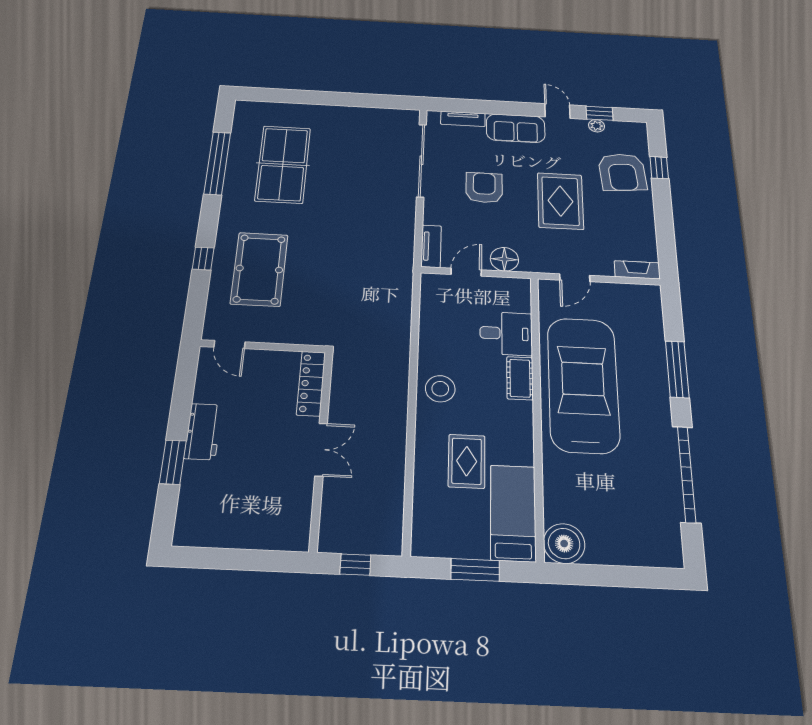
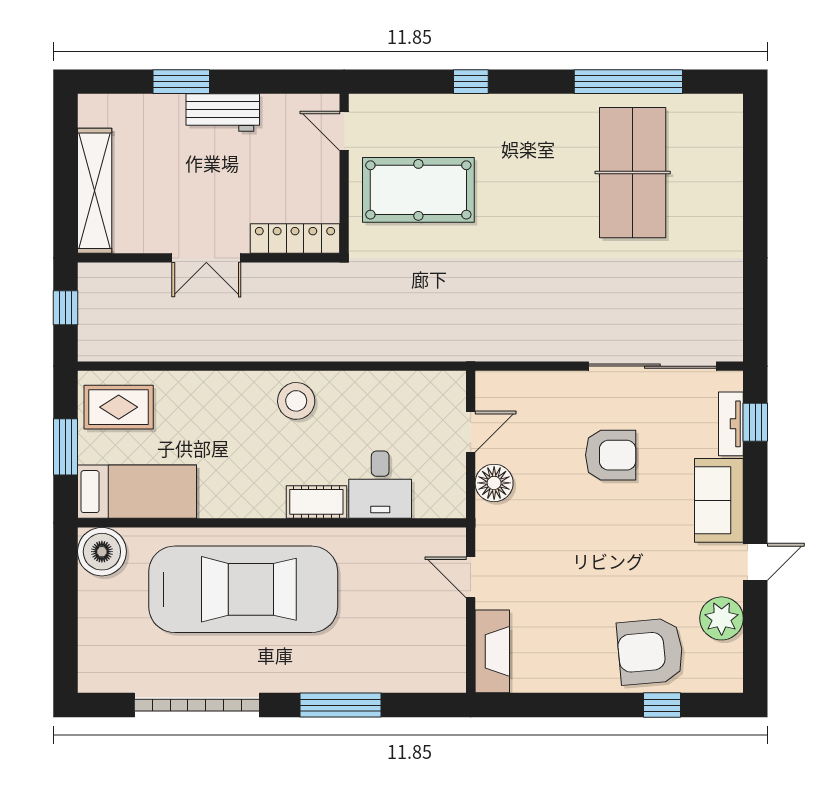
window: (600, 113) -> (755, 422), moved
plant: (597, 126) -> (722, 618), width x1.88, depth x1.88
table tennis table: (283, 164) -> (633, 173), turned 90
rug: (560, 201) -> (595, 562), removed
tv unit: (431, 246) -> (509, 384), removed
pool table: (259, 269) -> (418, 190), moved
fireplace: (637, 270) -> (492, 651), width x1.37, depth x1.32
door: (466, 272) -> (471, 432), hinge flipped
door: (230, 345) -> (344, 131), hinge flipped
car: (583, 384) -> (243, 589), moved
rug: (467, 461) -> (119, 407), moved
shelving: (256, 536) -> (95, 191), added

